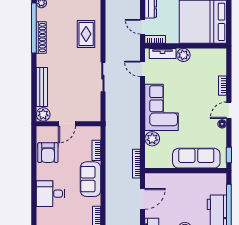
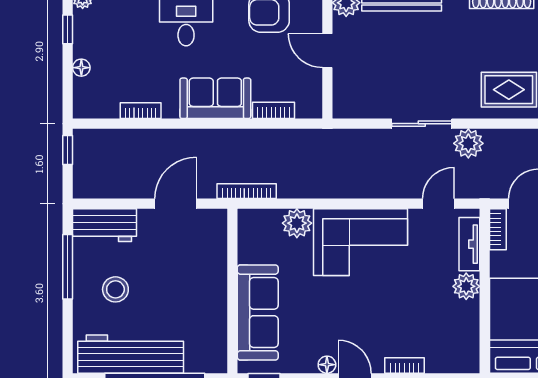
plant: (113, 54) -> (468, 143), added
door: (142, 199) -> (176, 204), swing flipped

